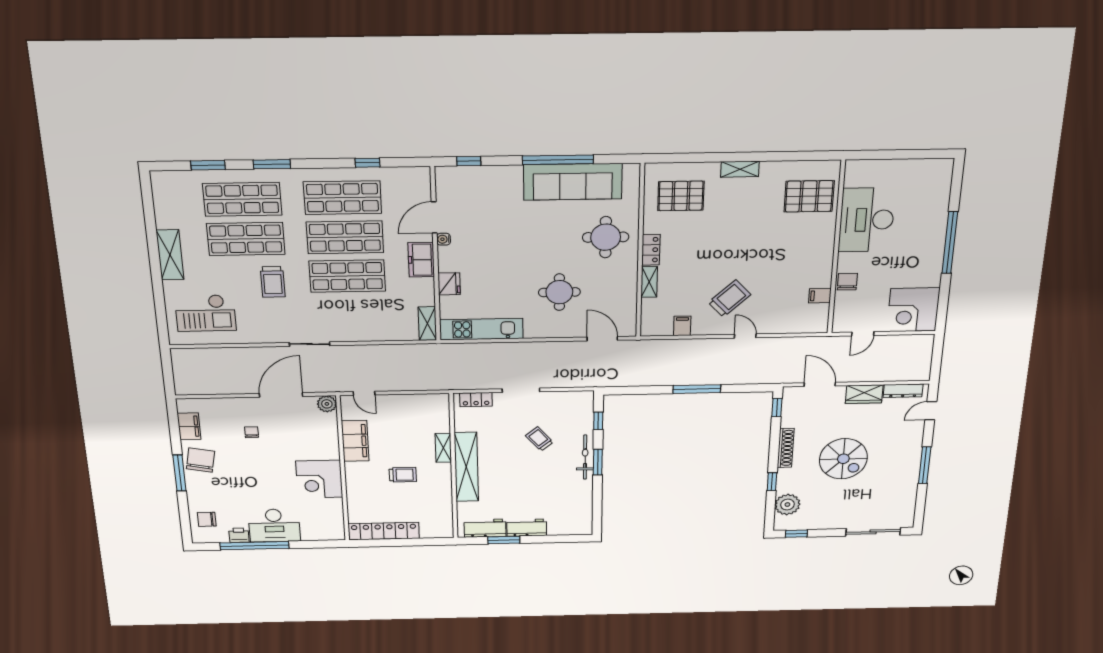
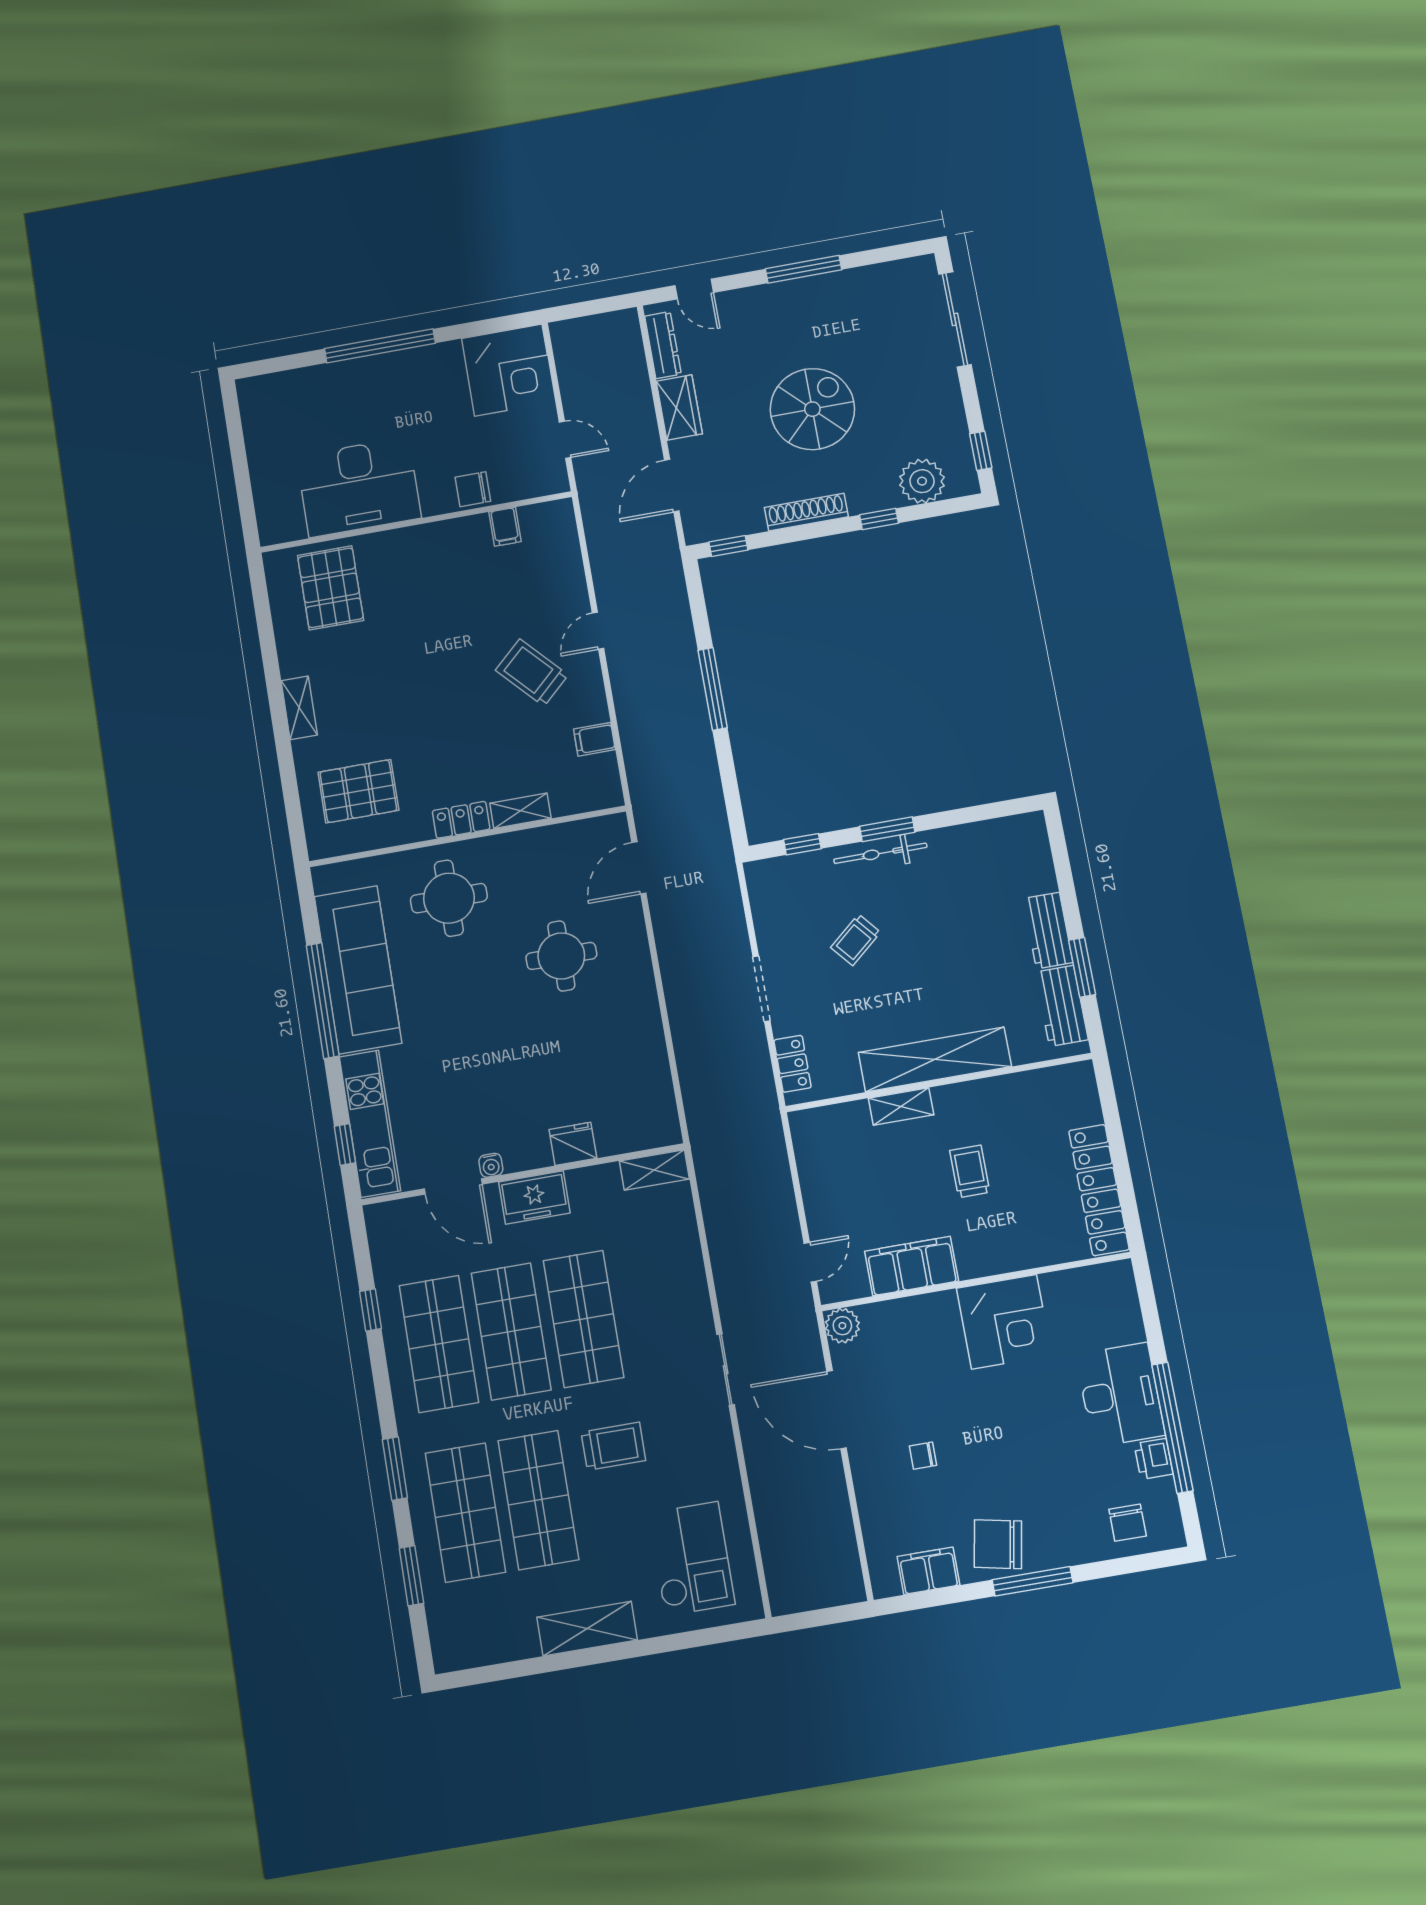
pallet: (681, 196) -> (358, 791), turned 90
kitchen unit: (481, 329) -> (370, 1124), moved, turned 180

